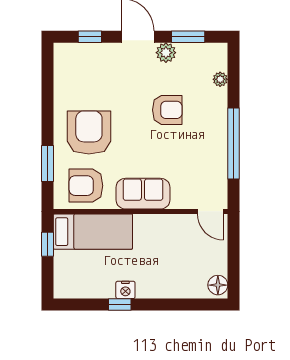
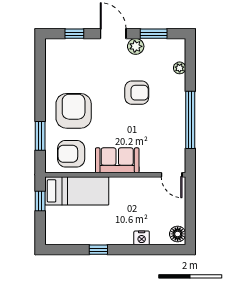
nightstand: (125, 290) -> (142, 238), moved

